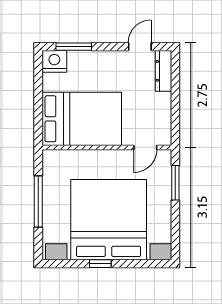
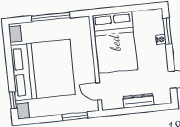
nightstand: (54, 61) -> (161, 40), moved, width x0.53, depth x0.56
dresser: (164, 71) -> (138, 101), moved
window: (100, 264) -> (13, 100), moved

